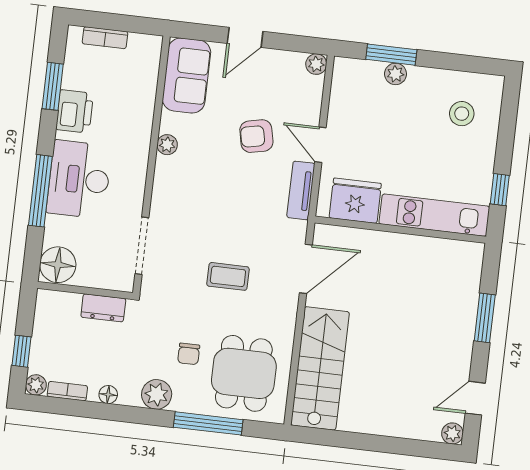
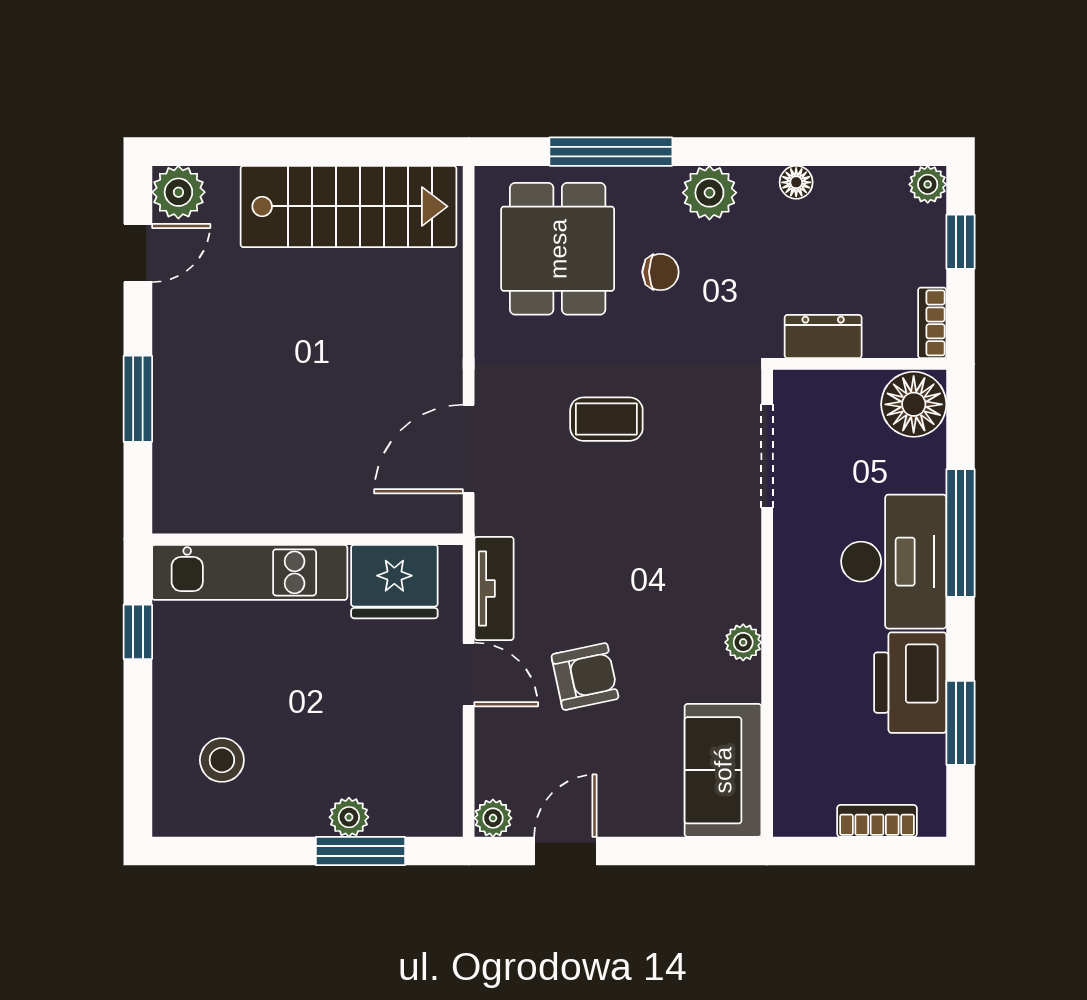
door: (245, 37) -> (565, 851), moved
printer: (75, 111) -> (910, 683), width x1.37, depth x1.19
chair: (189, 354) -> (661, 272), turned 90
stairs: (320, 368) -> (348, 206), moved, turned -90
bookcase: (67, 391) -> (932, 323), moved, turned 90
plant: (452, 433) -> (178, 192), width x1.38, depth x1.38

